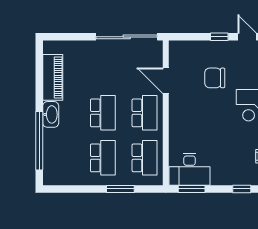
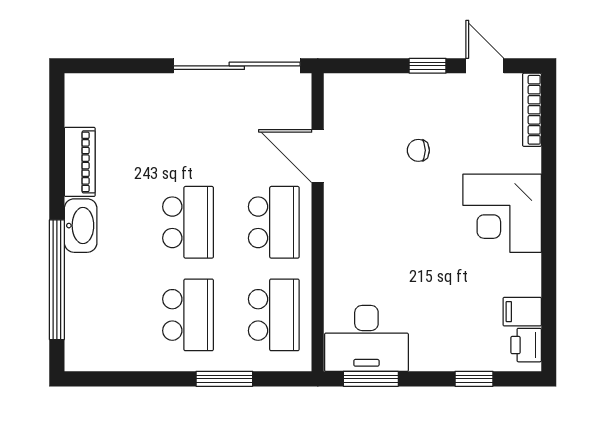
piano: (53, 77) -> (80, 162), width x0.73, depth x0.75
chair: (215, 78) -> (418, 150), width x0.54, depth x0.54

